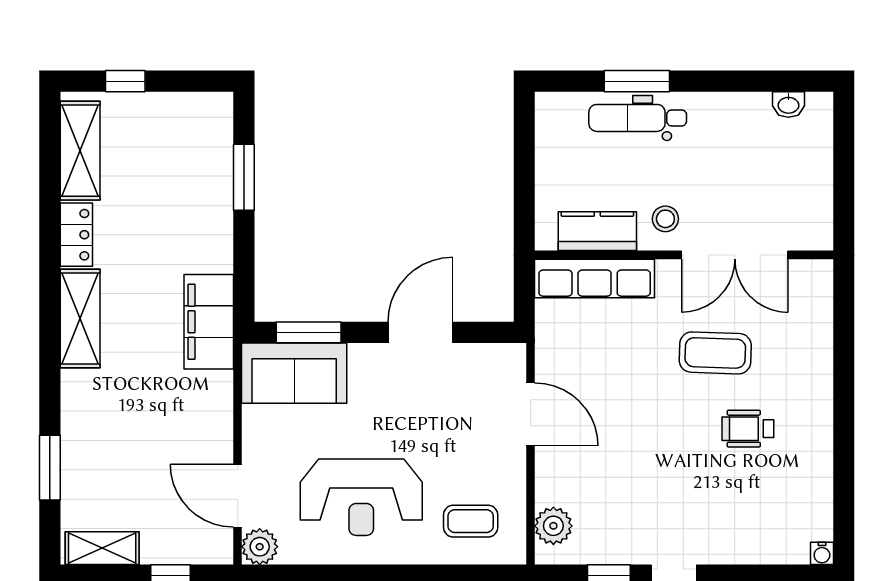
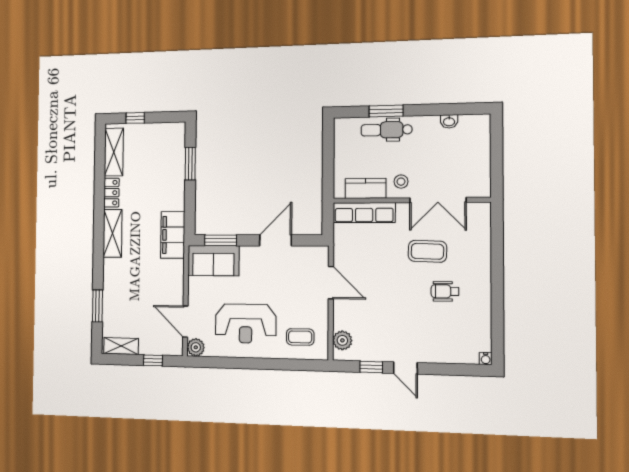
washbasin: (788, 105) -> (449, 121), moved

